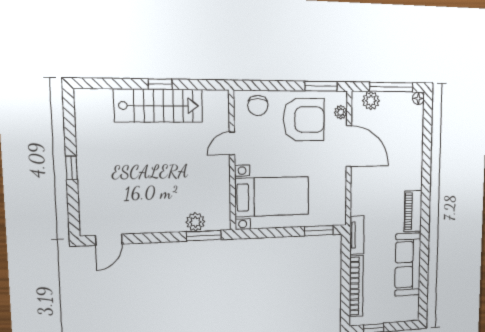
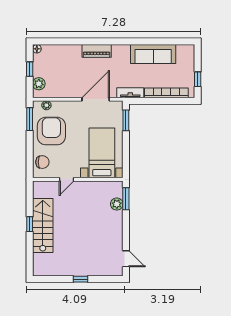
window: (391, 87) -> (30, 69), width x0.46
door: (232, 143) -> (67, 179), hinge flipped
door: (349, 146) -> (96, 99), moved
piano: (413, 211) -> (97, 51), moved

